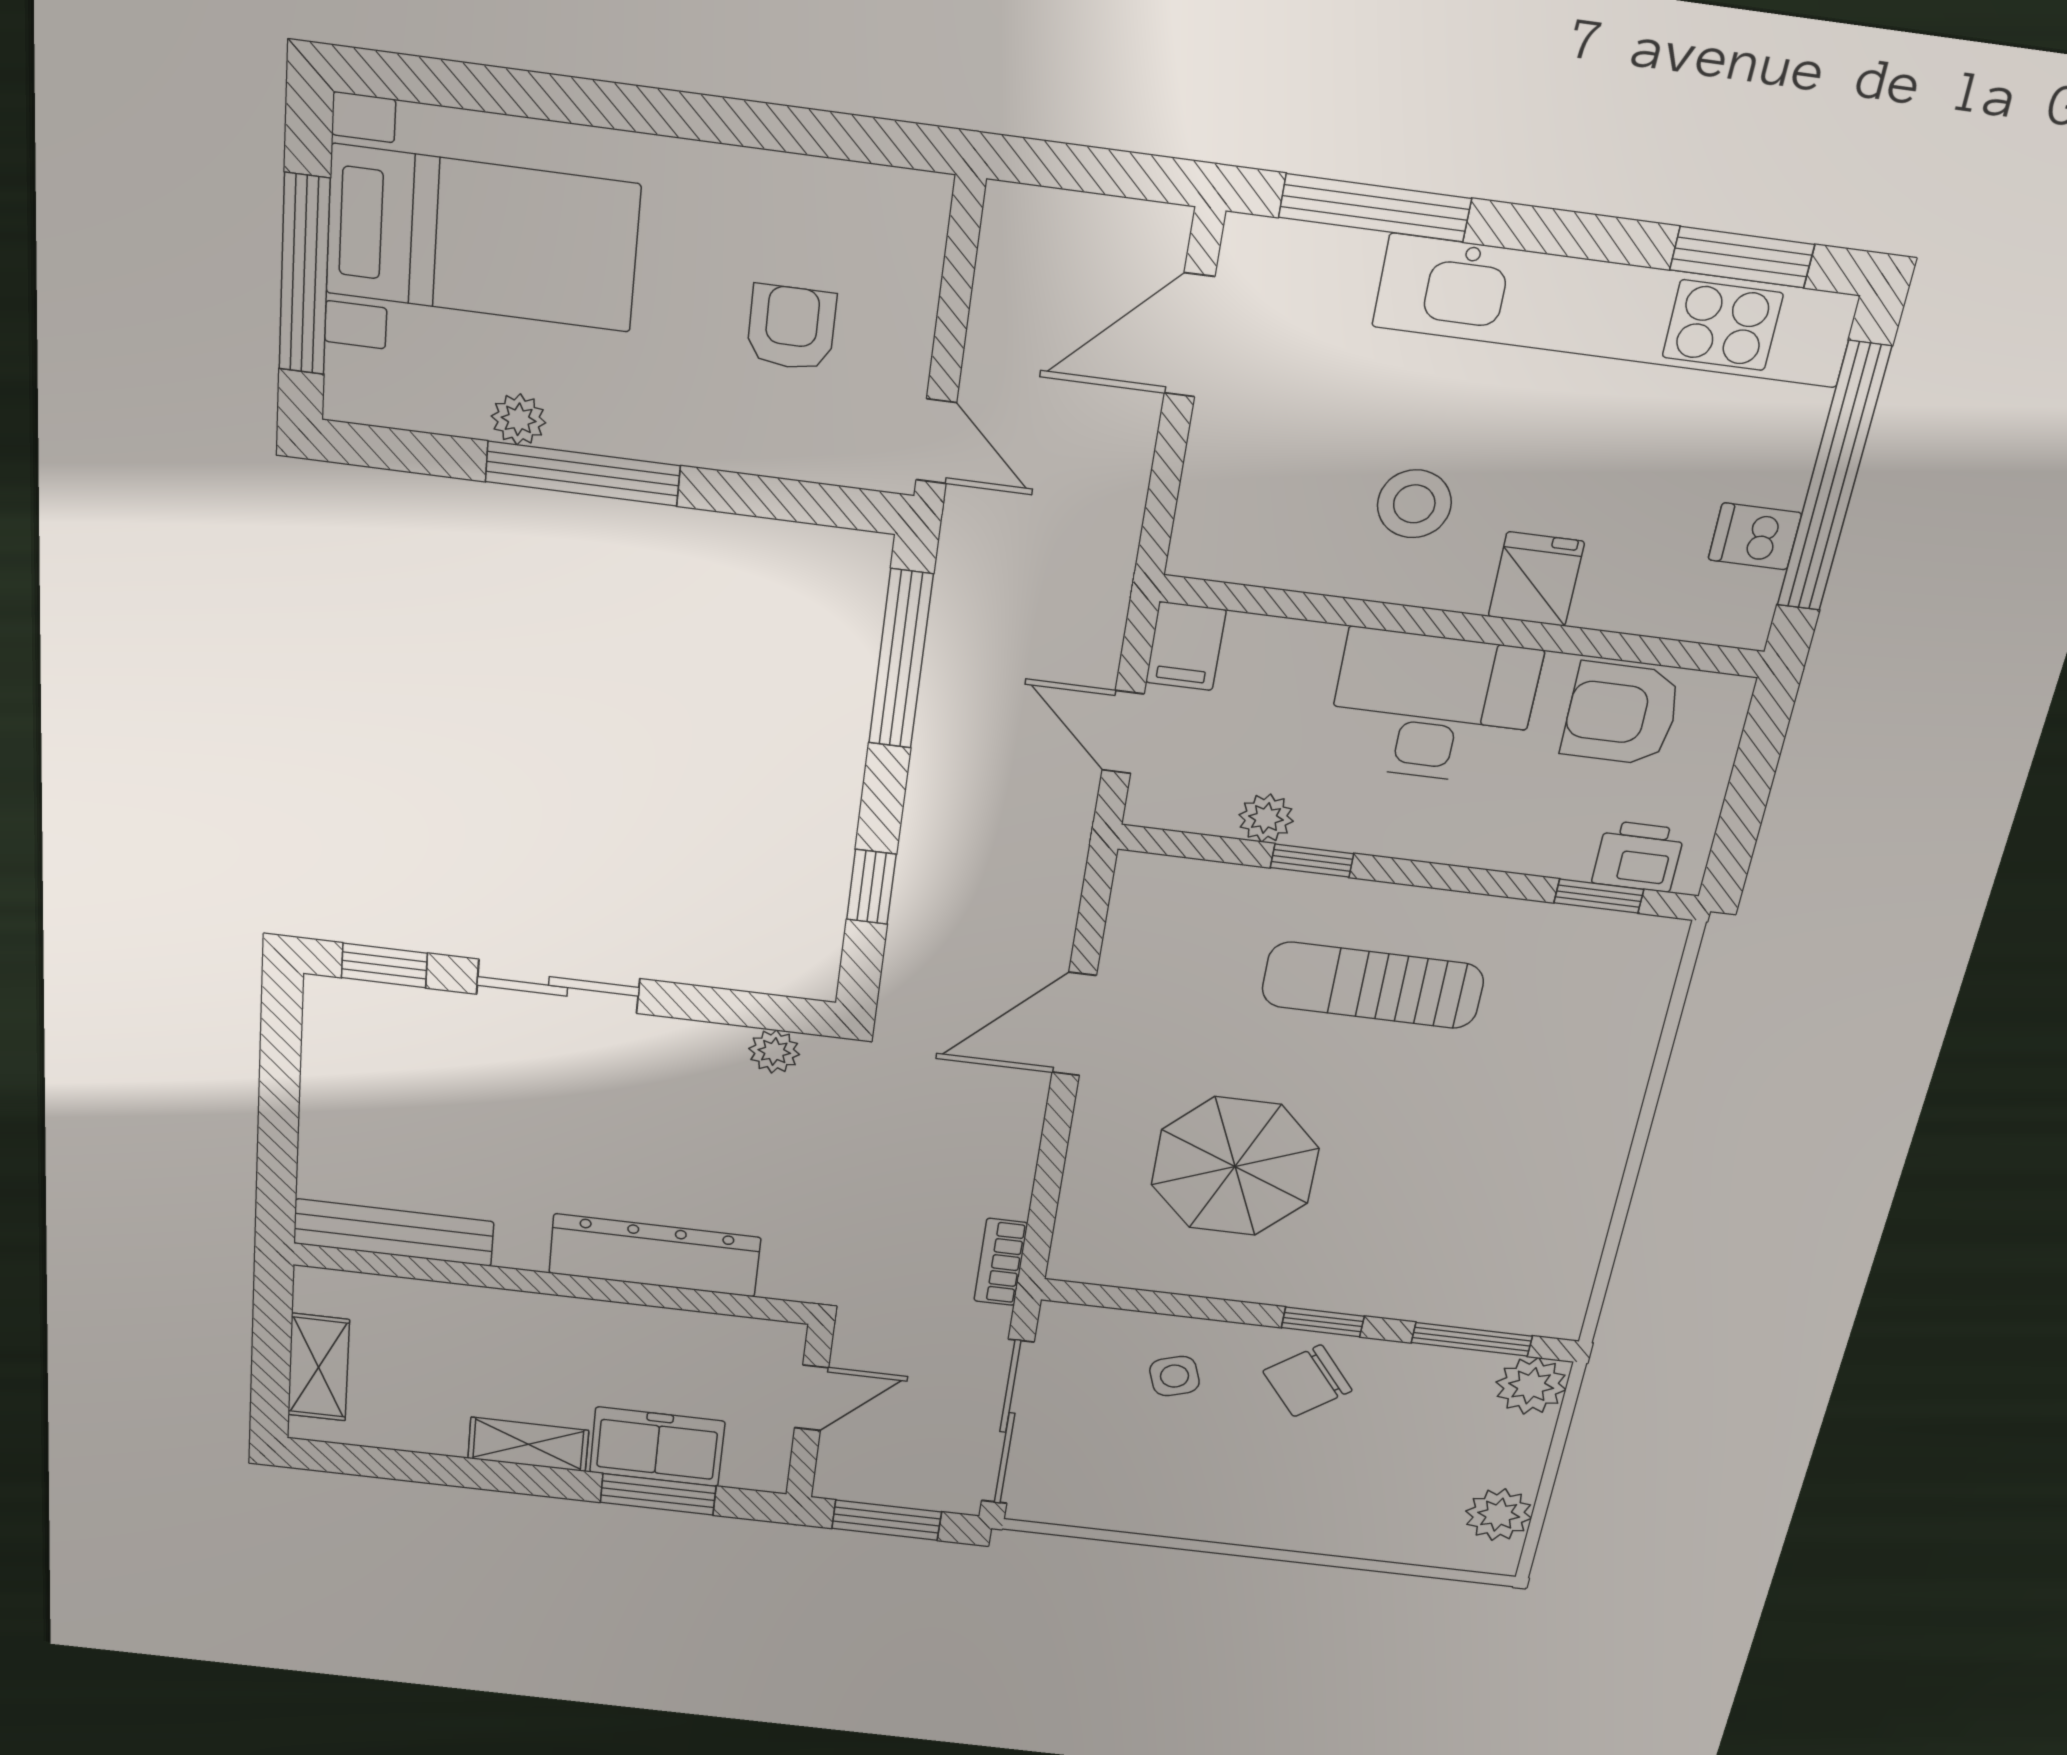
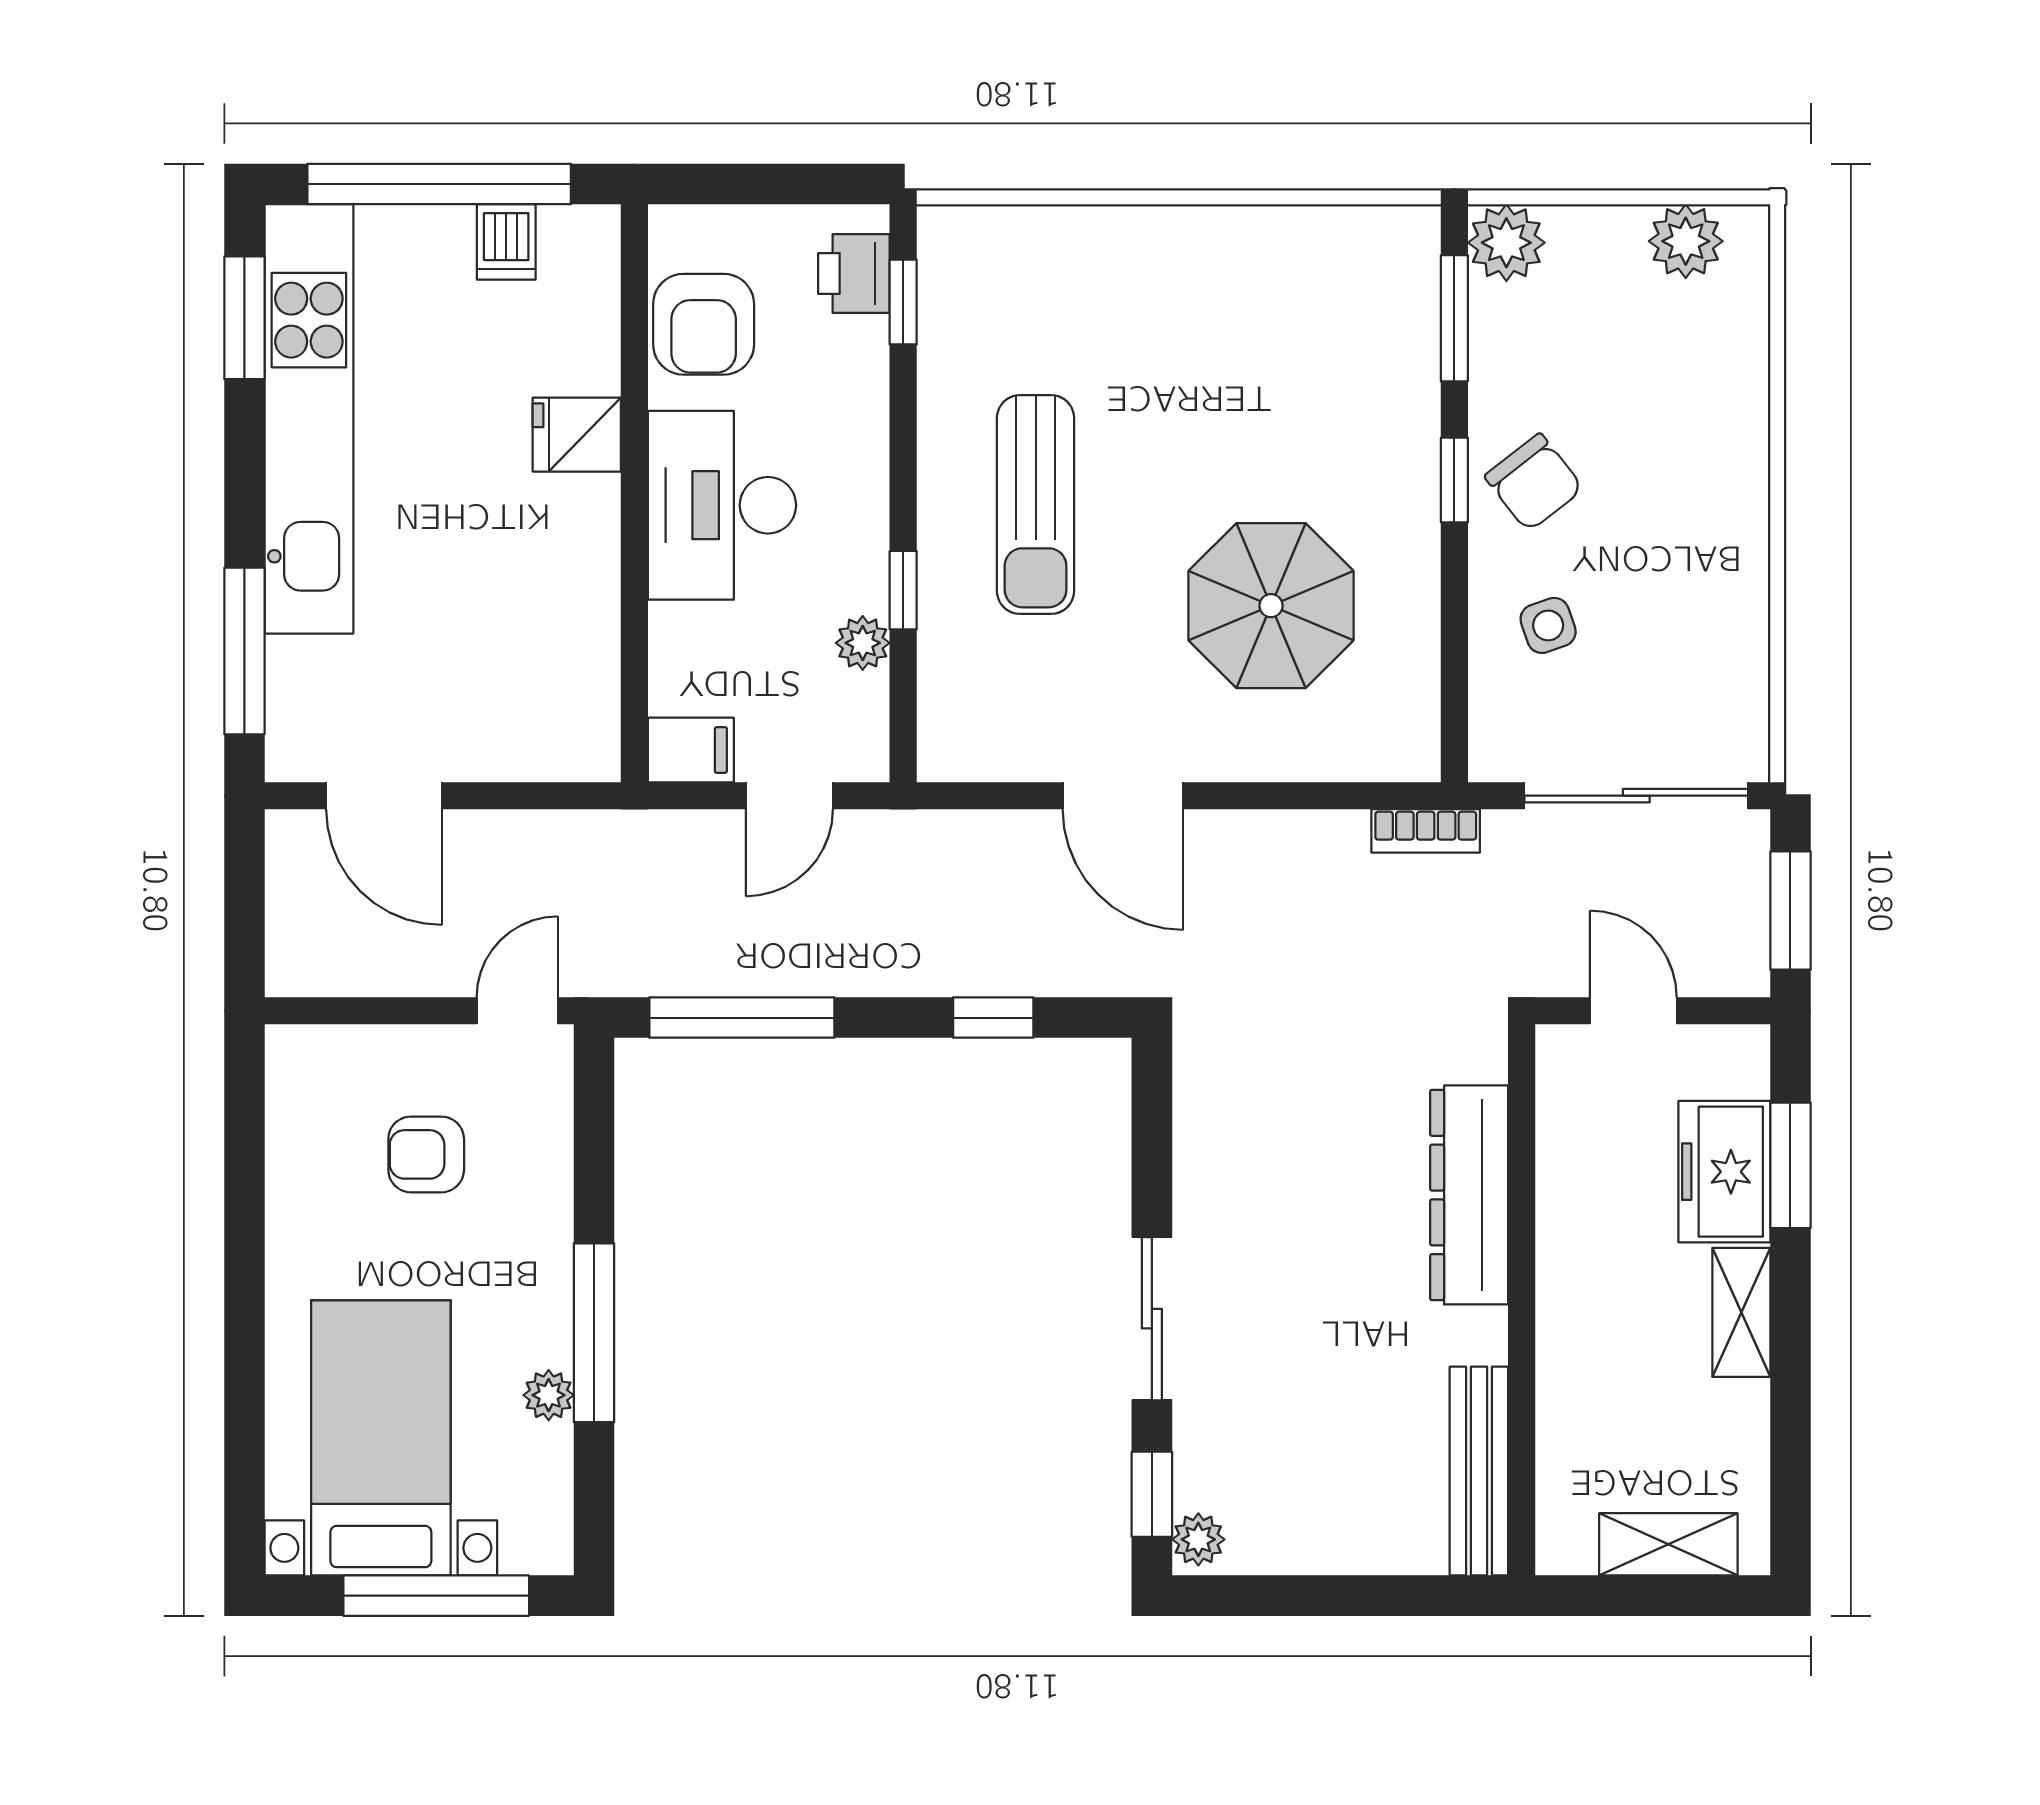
stool: (1414, 504) -> (518, 562), removed
plant: (774, 1051) -> (1198, 1539), moved

